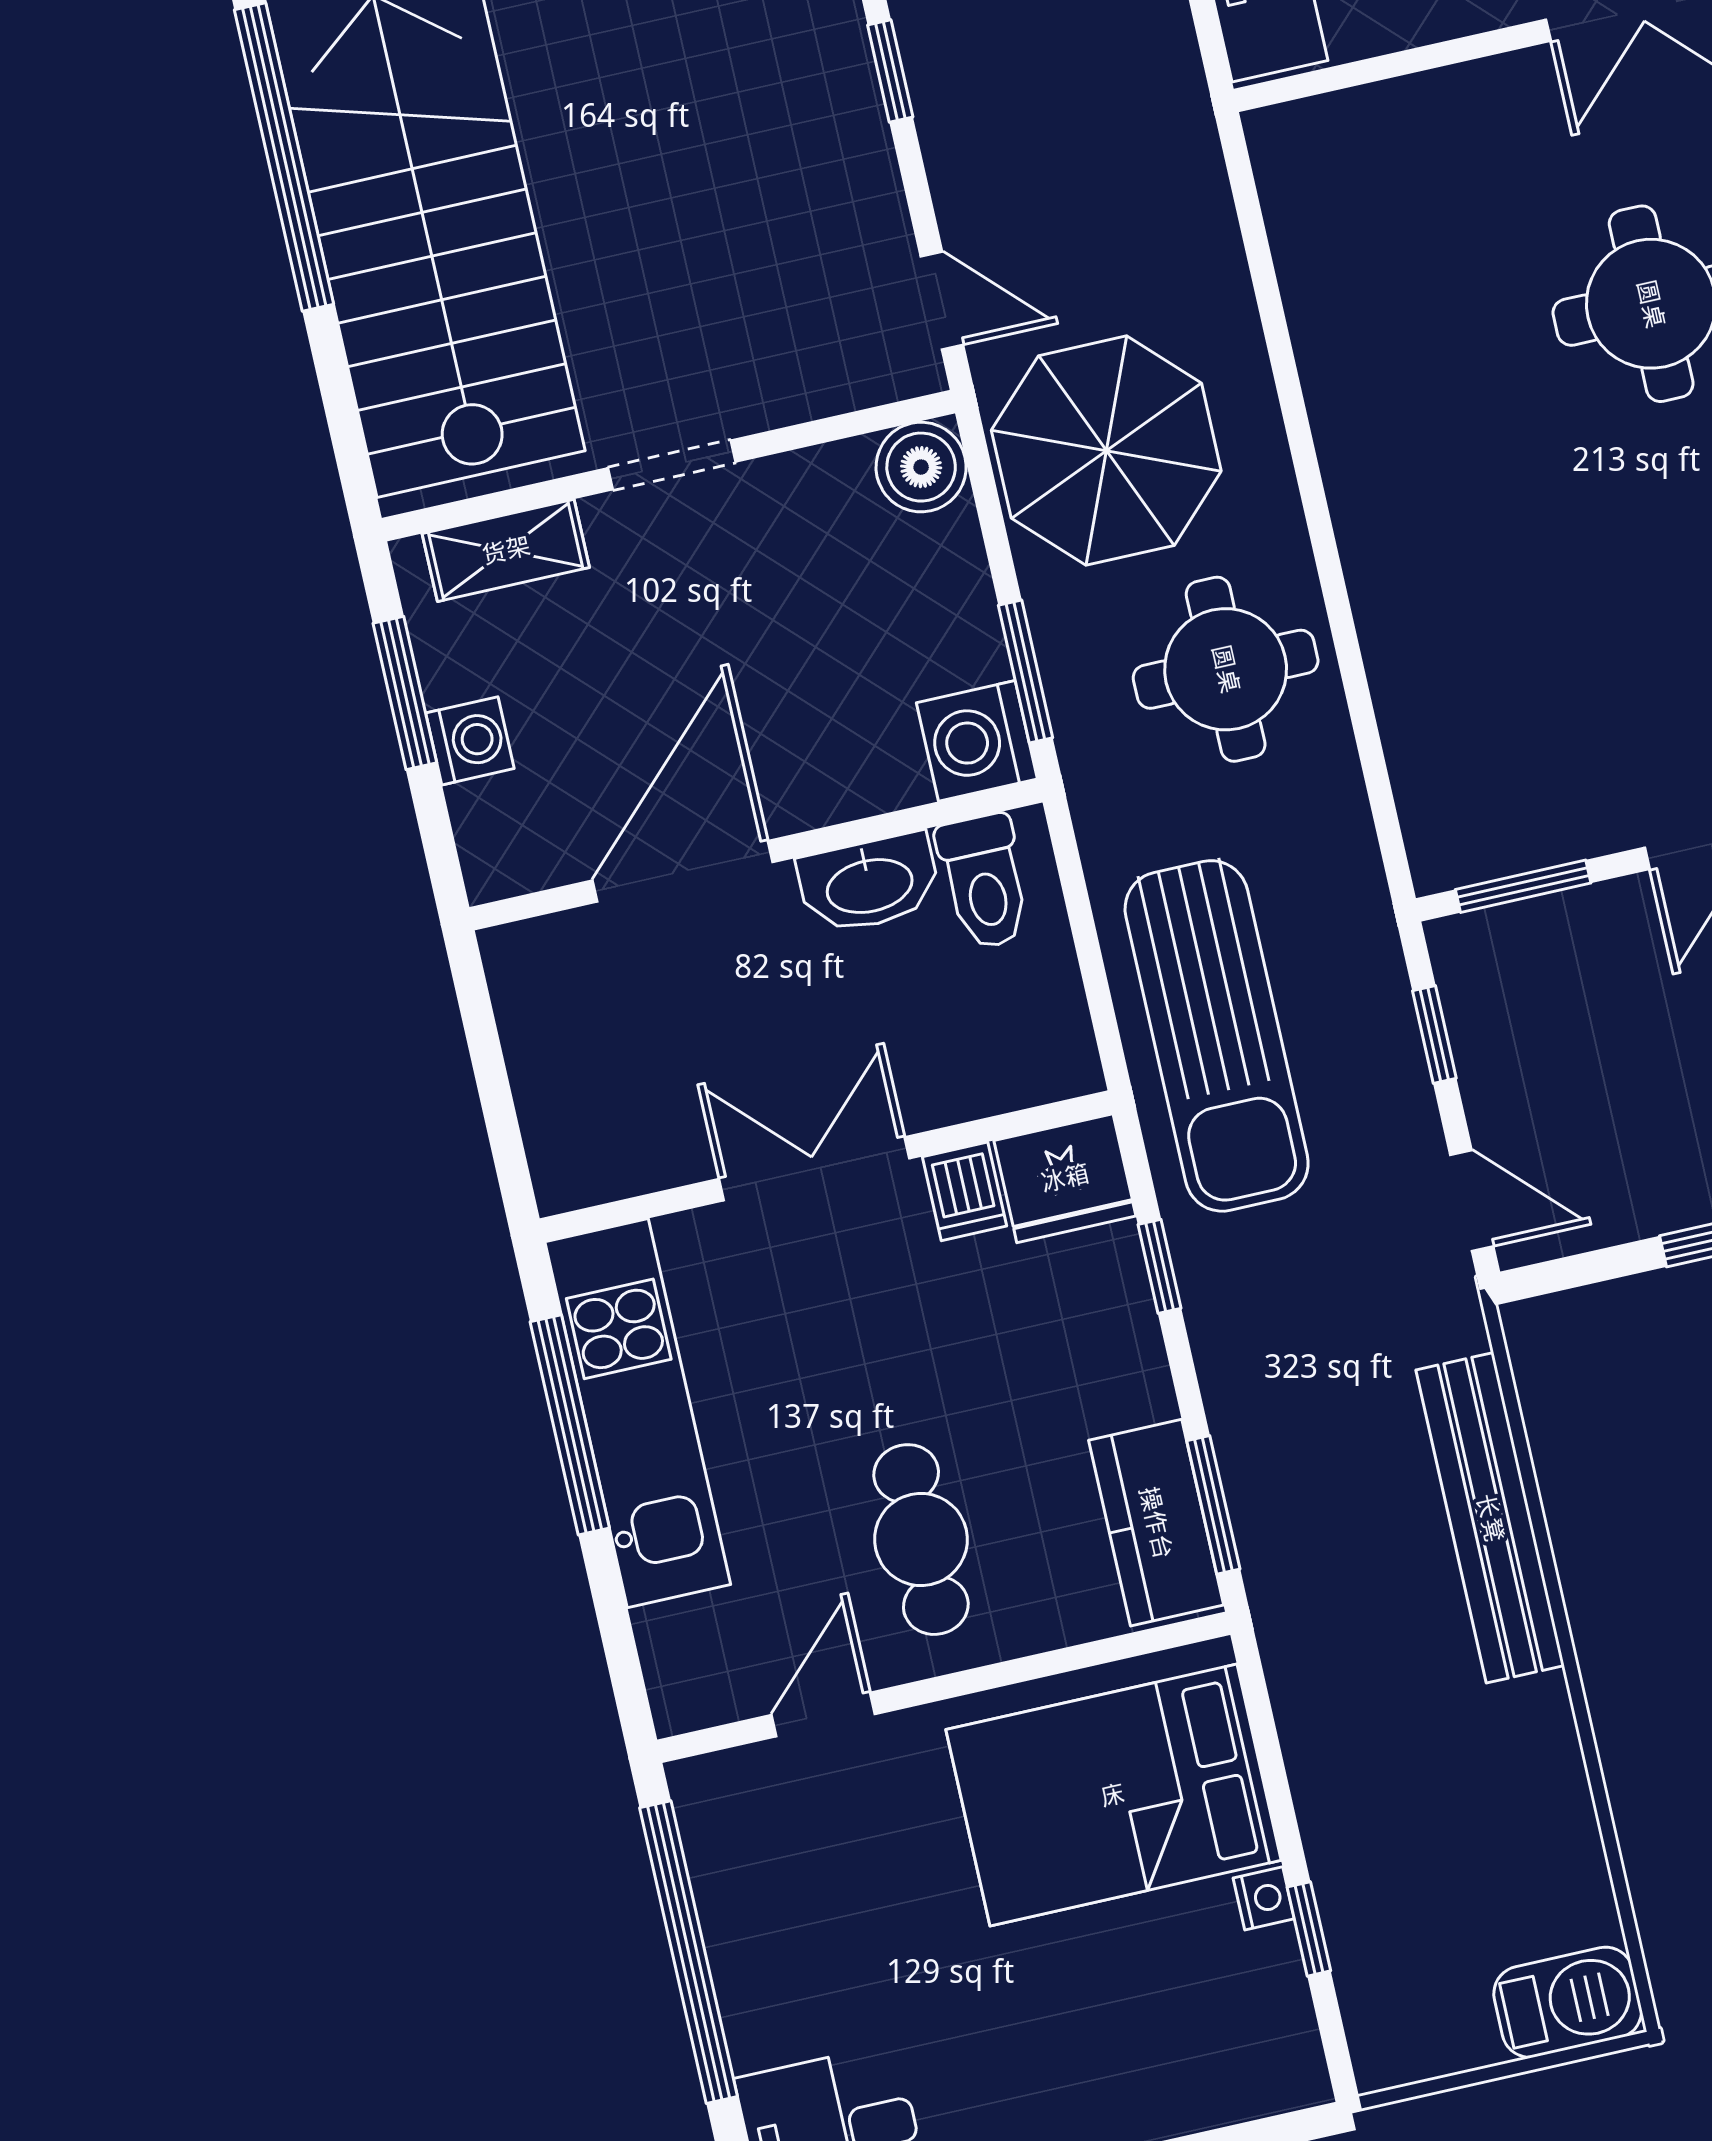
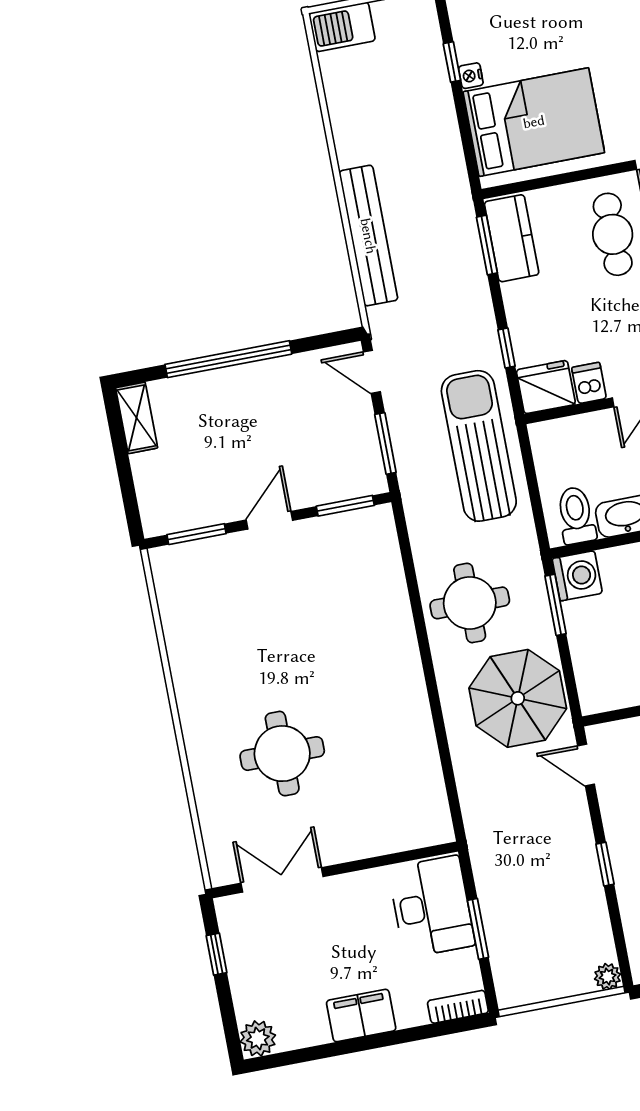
boiler: (921, 467) -> (597, 694), removed
window: (1434, 1034) -> (385, 443), width x1.50

